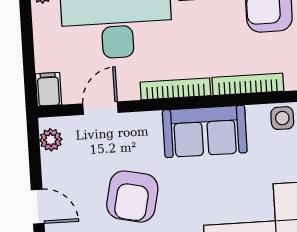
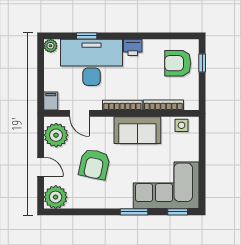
door: (100, 108) -> (79, 113), swing flipped
plant: (51, 140) -> (56, 135), width x1.87, depth x1.87

